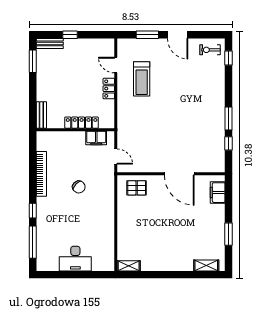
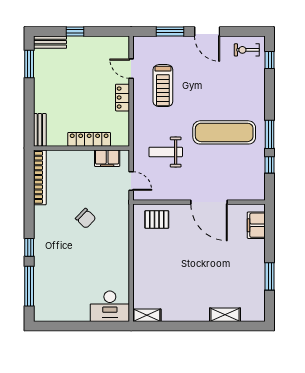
exercise mat: (192, 117) -> (224, 132), added
weight bench: (144, 133) -> (166, 152), added
bookcase: (41, 174) -> (40, 177), moved
desk: (75, 259) -> (110, 306), moved
shelving: (206, 265) -> (225, 315), moved

